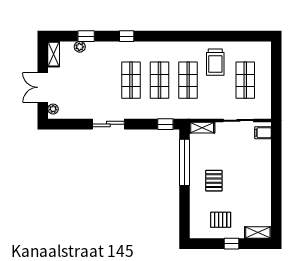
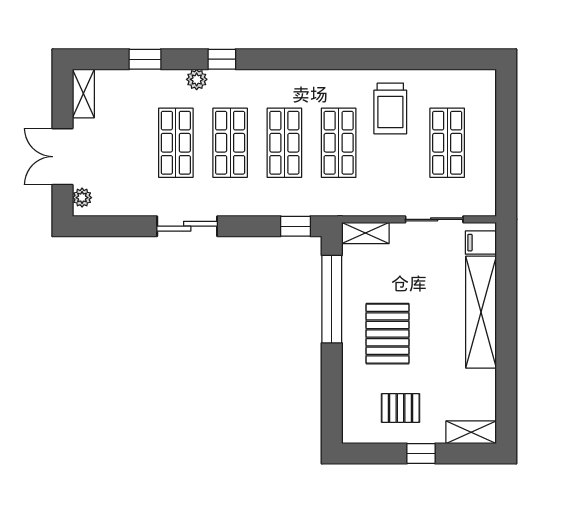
plant: (80, 47) -> (197, 79), moved
shop shelf: (102, 80) -> (176, 143), added
shelving: (263, 169) -> (481, 312), added
pallet: (214, 181) -> (388, 334), width x1.50, depth x1.42

